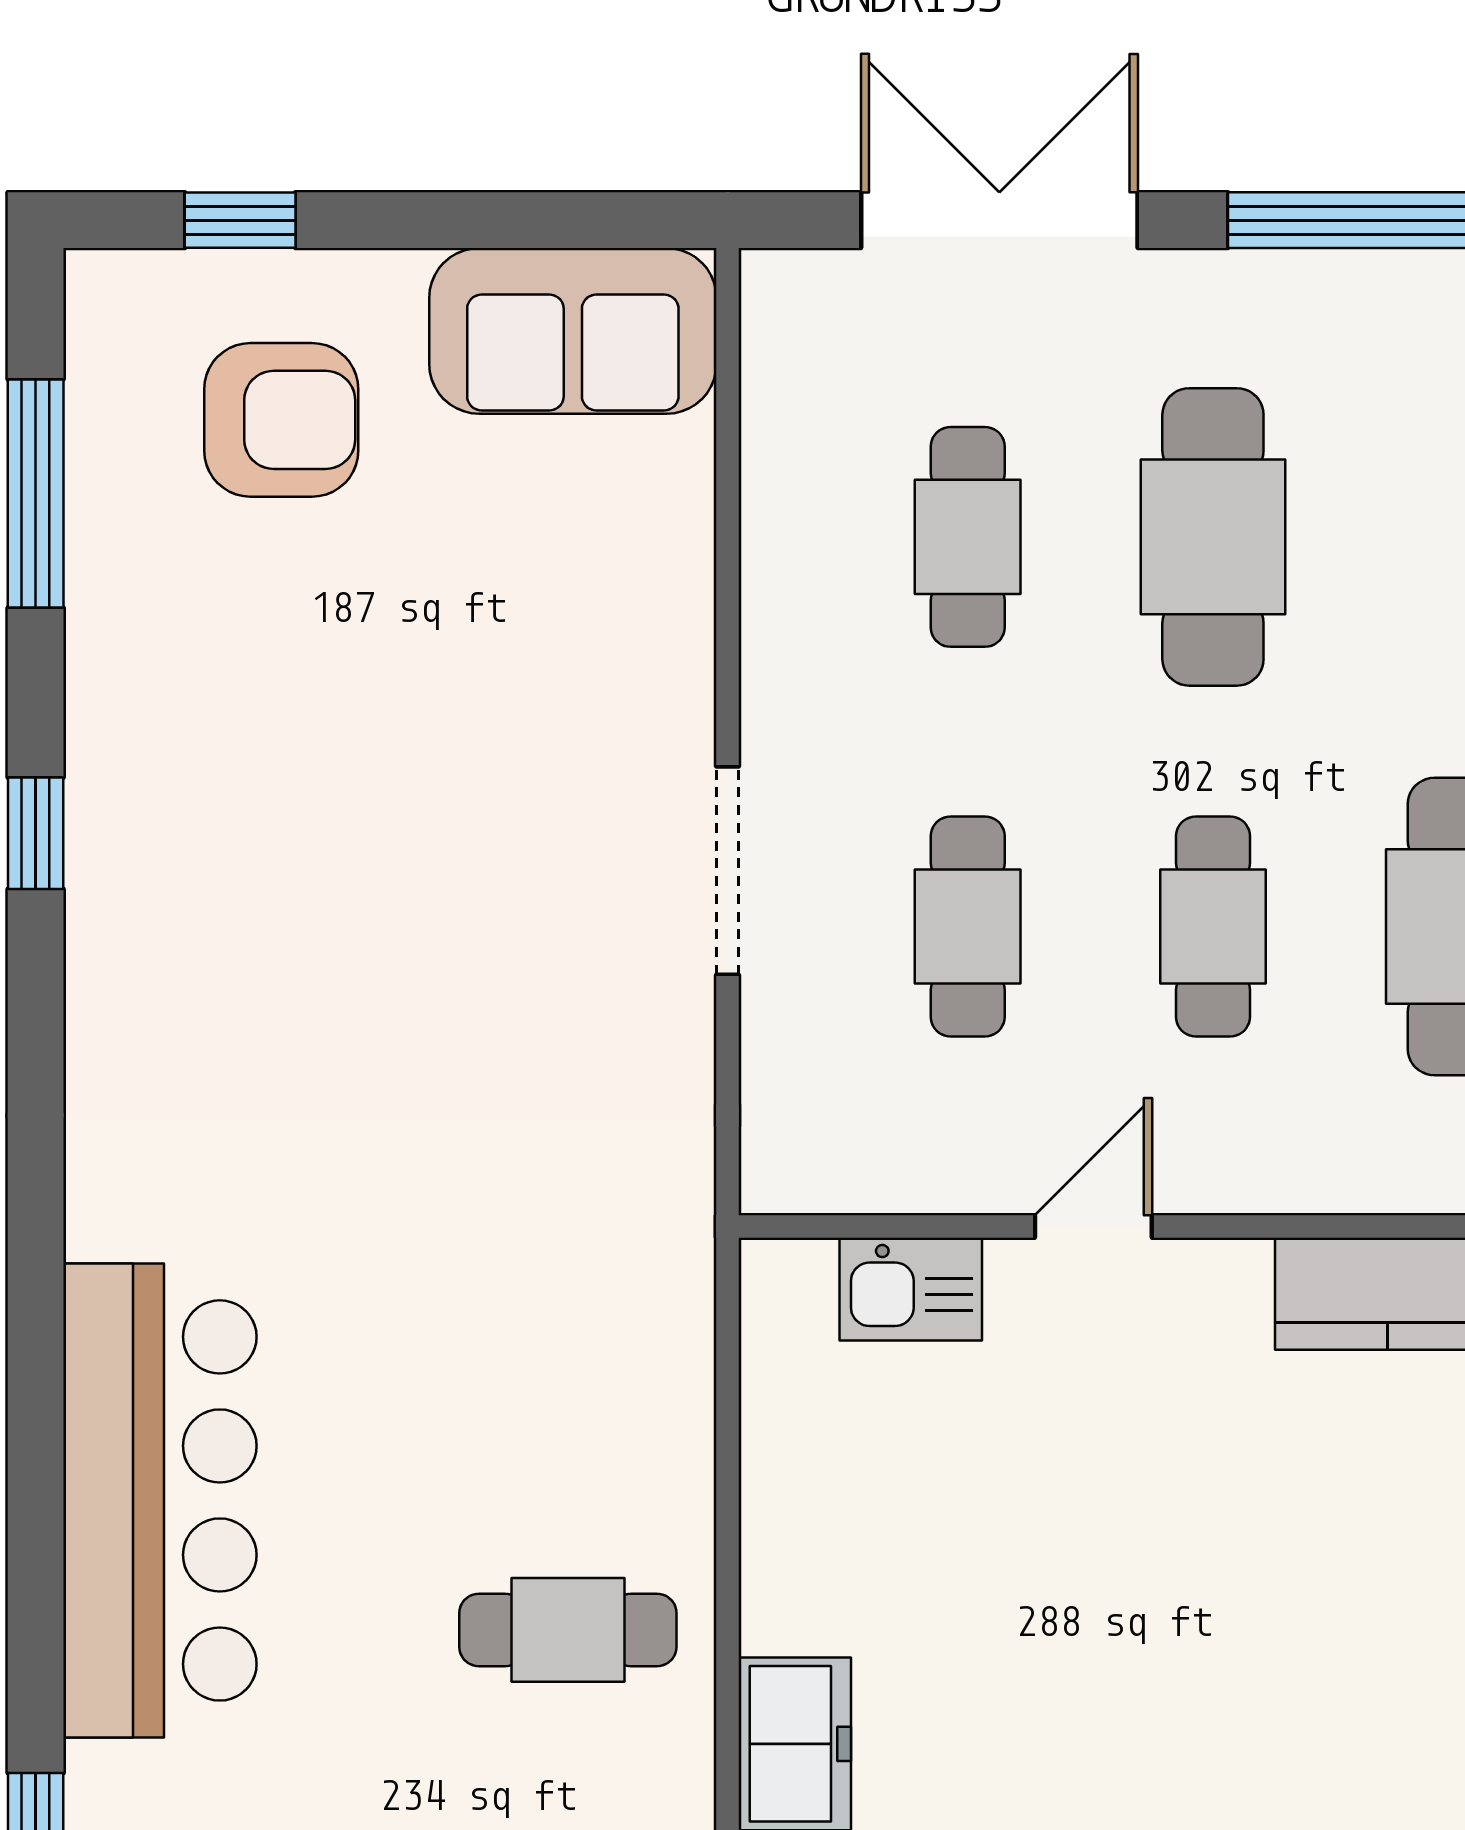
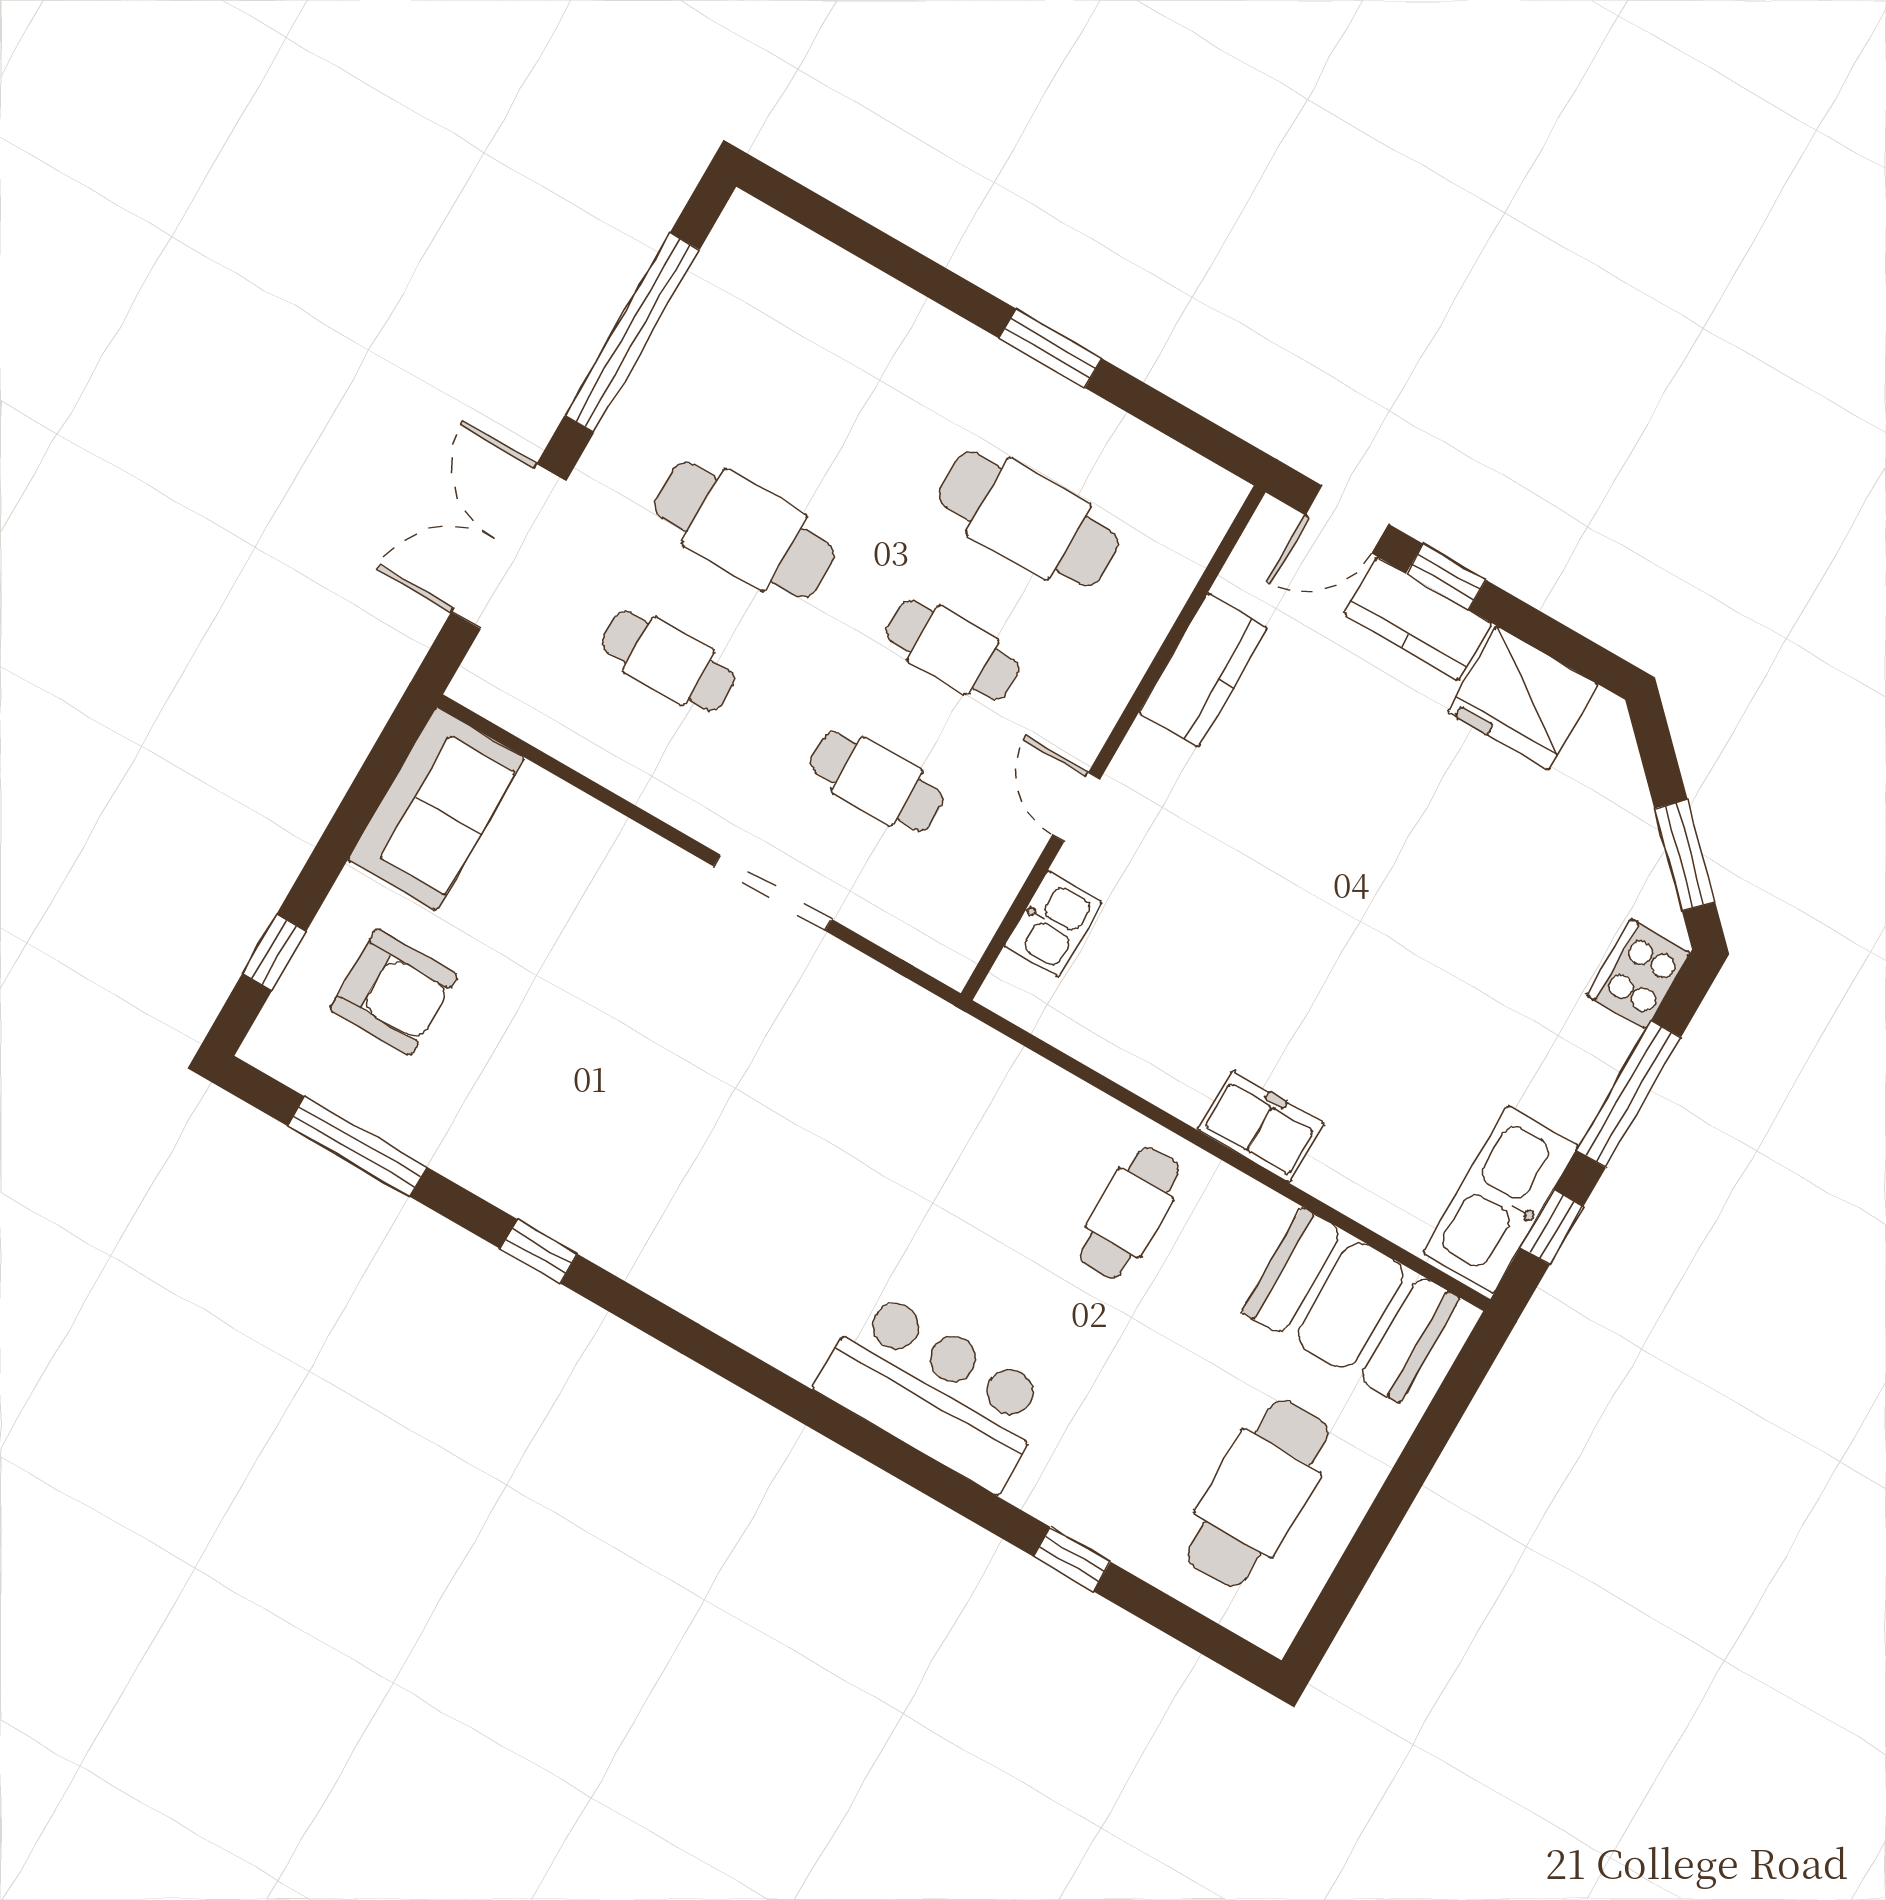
armchair: (281, 420) -> (394, 992), turned 90
bar counter: (160, 1500) -> (934, 1391), width x0.73

